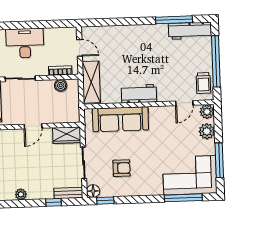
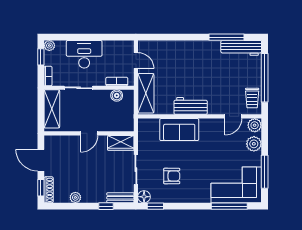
sofa: (120, 119) -> (179, 130), width x0.73

